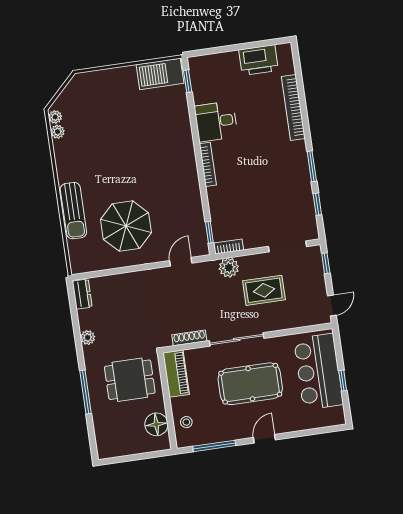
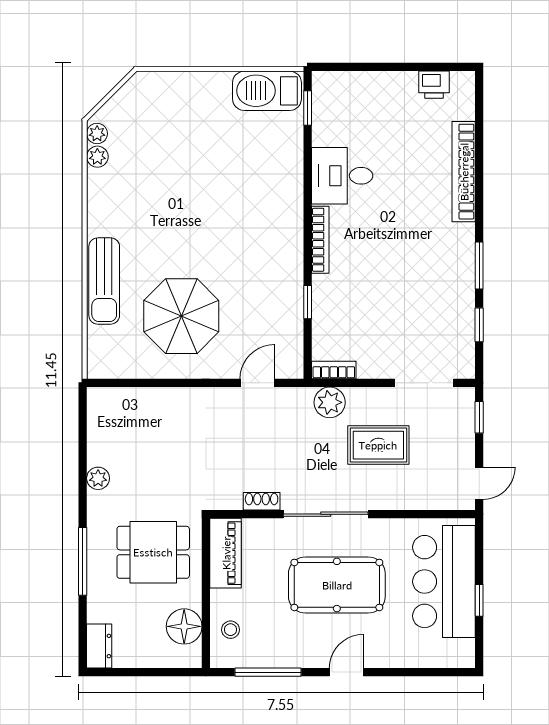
printer: (259, 60) -> (434, 85), width x0.53, depth x0.68
window: (209, 232) -> (308, 302), moved
dresser: (82, 294) -> (99, 646), moved
shoe rack: (189, 338) -> (262, 501), width x0.70

